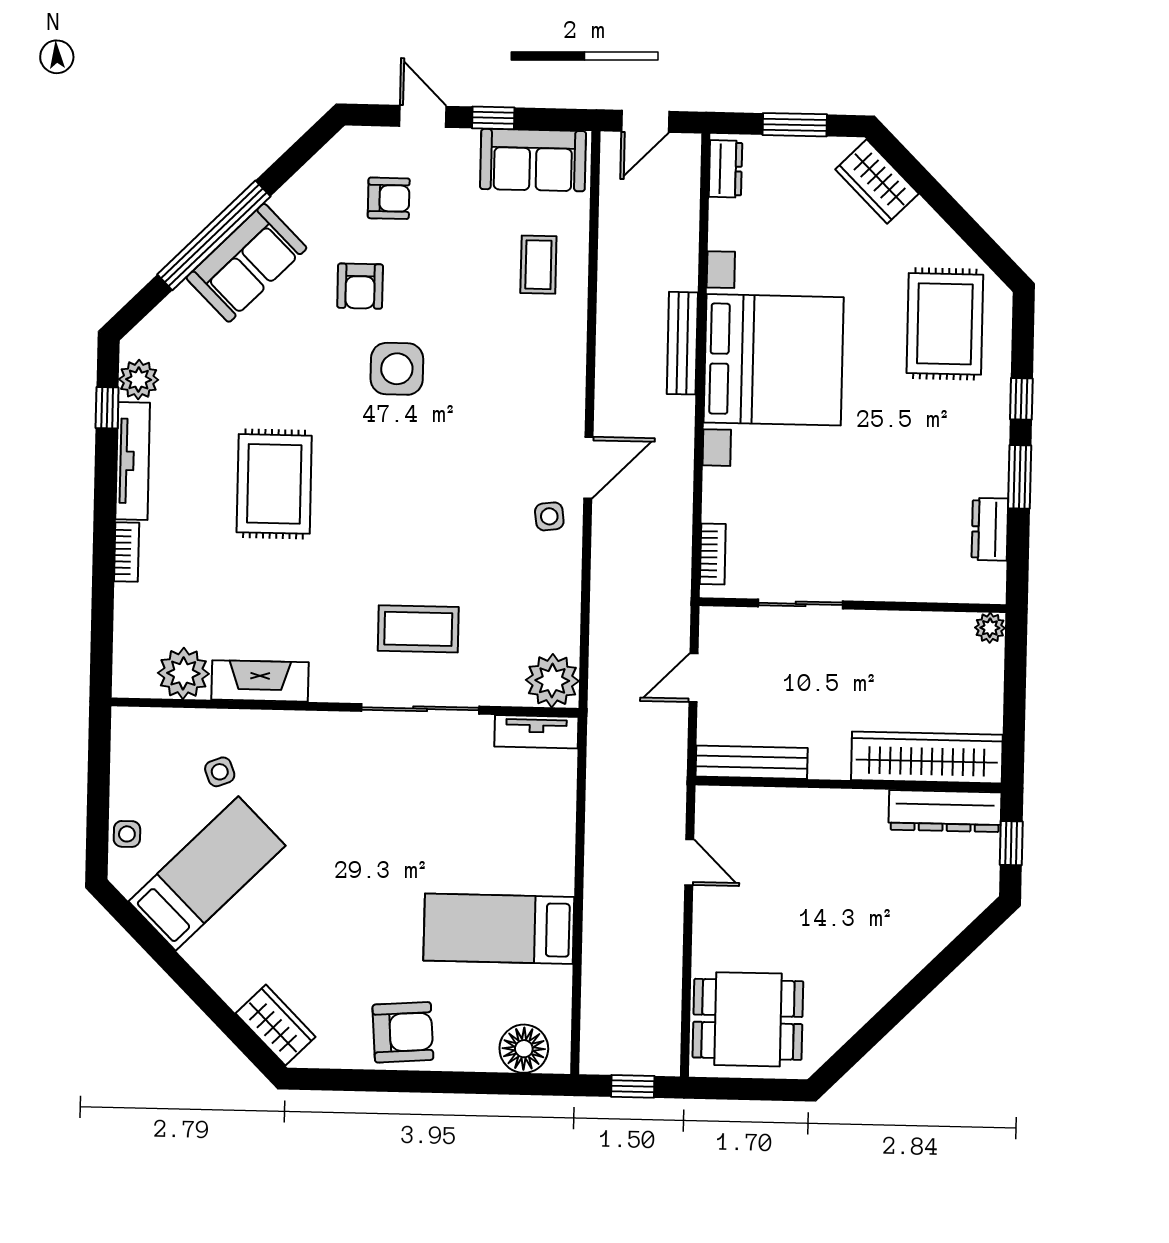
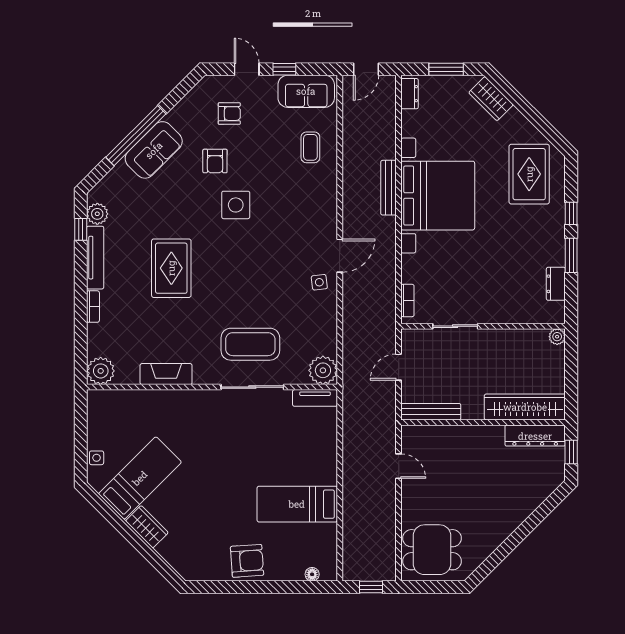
coffee table: (418, 629) -> (250, 344), width x1.36, depth x1.32
plant: (183, 673) -> (101, 371), moved
side table: (220, 772) -> (146, 423), removed
wardrobe: (276, 1025) -> (147, 527), moved
floor lamp: (524, 1049) -> (312, 574), width x0.53, depth x0.53

